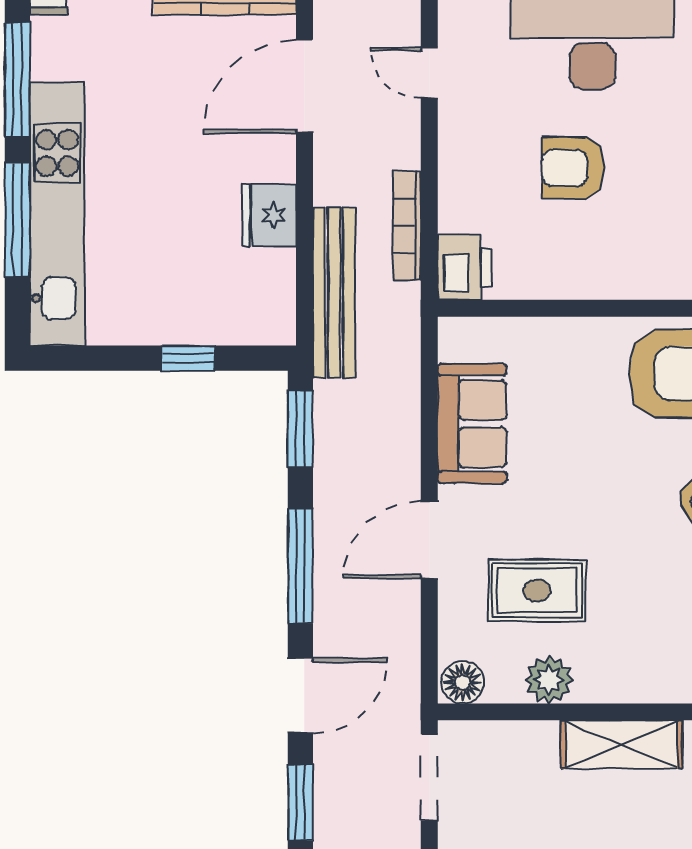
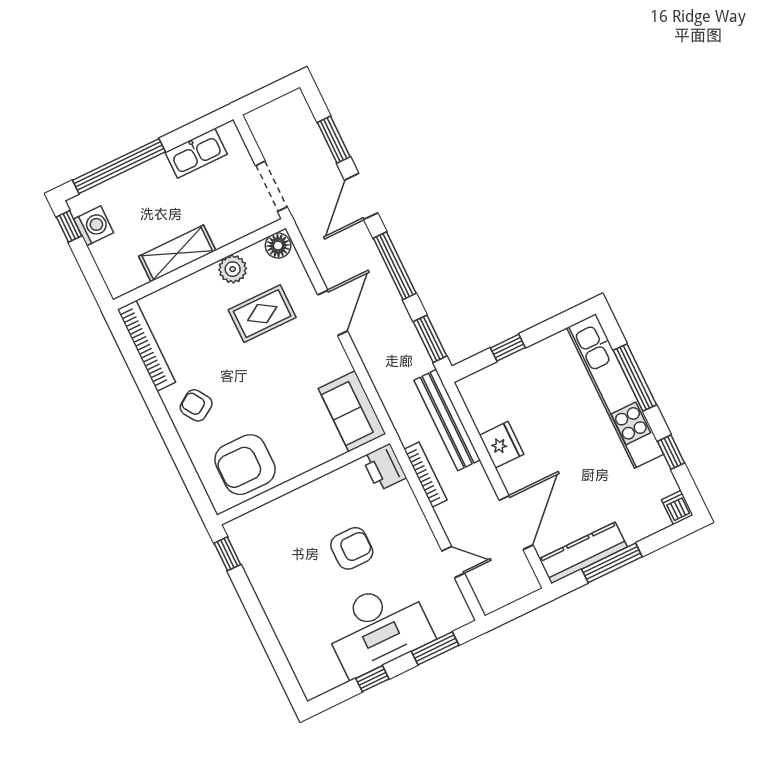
window: (17, 80) -> (671, 452), width x0.46
sofa: (472, 423) -> (352, 411), moved

